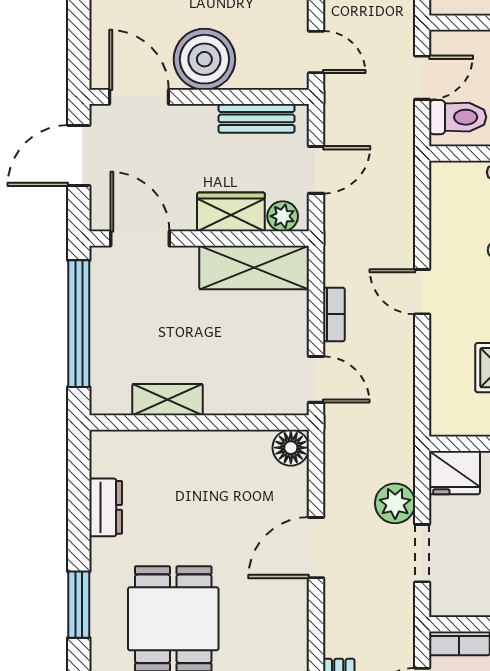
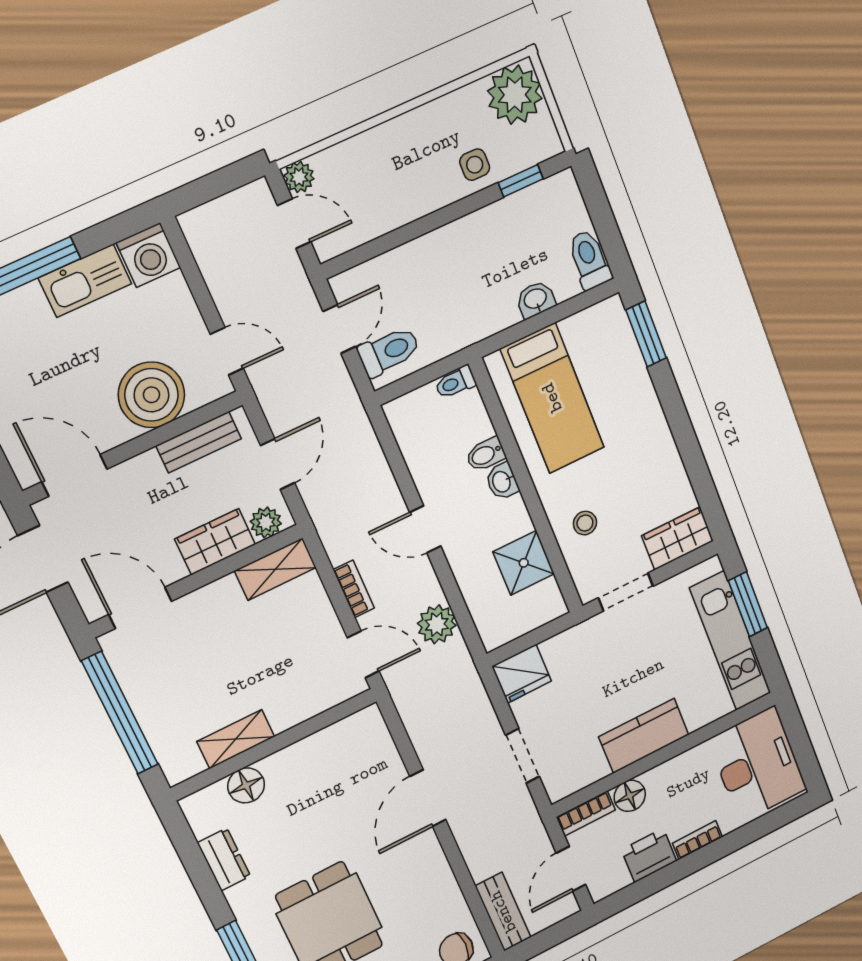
boiler: (204, 59) -> (151, 395), moved
shelving: (254, 267) -> (275, 569), width x0.67, depth x0.75
floor lamp: (291, 448) -> (246, 785), moved
plant: (395, 503) -> (437, 624), moved

